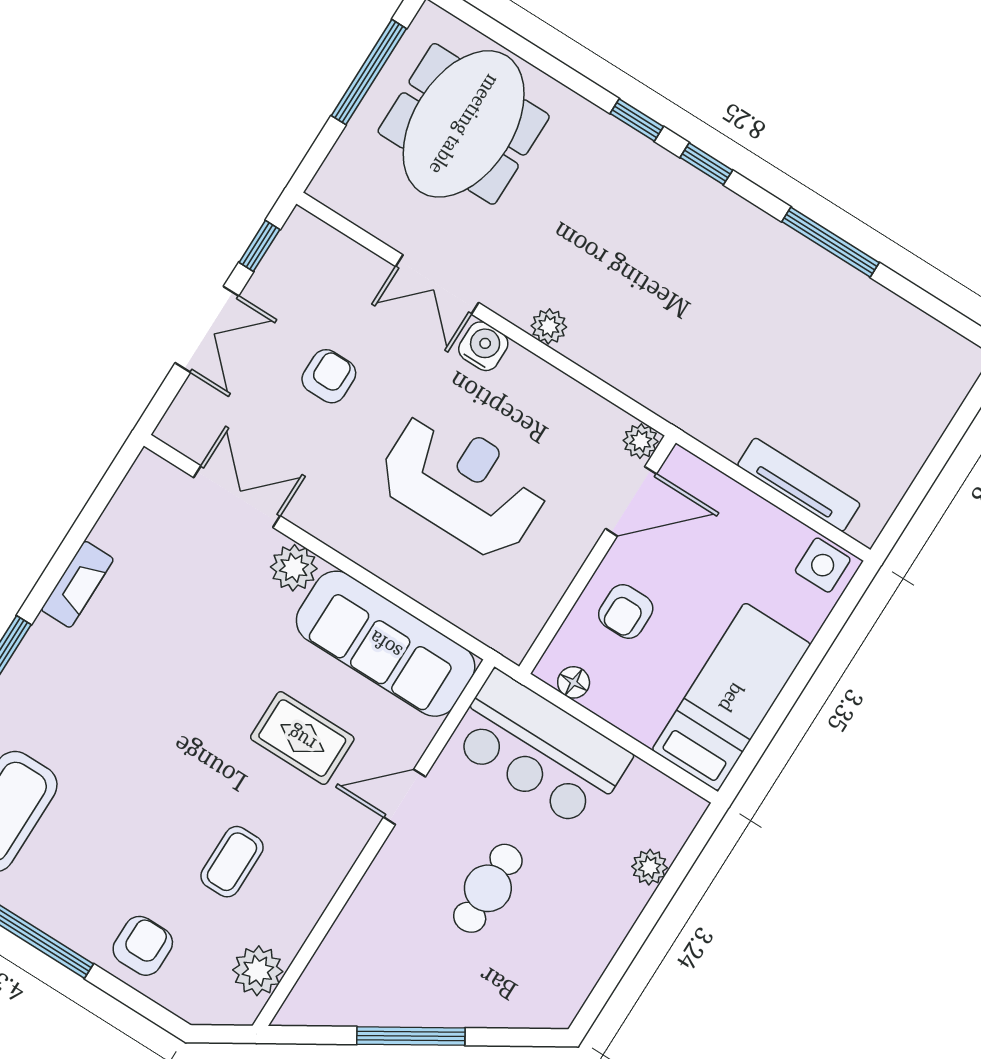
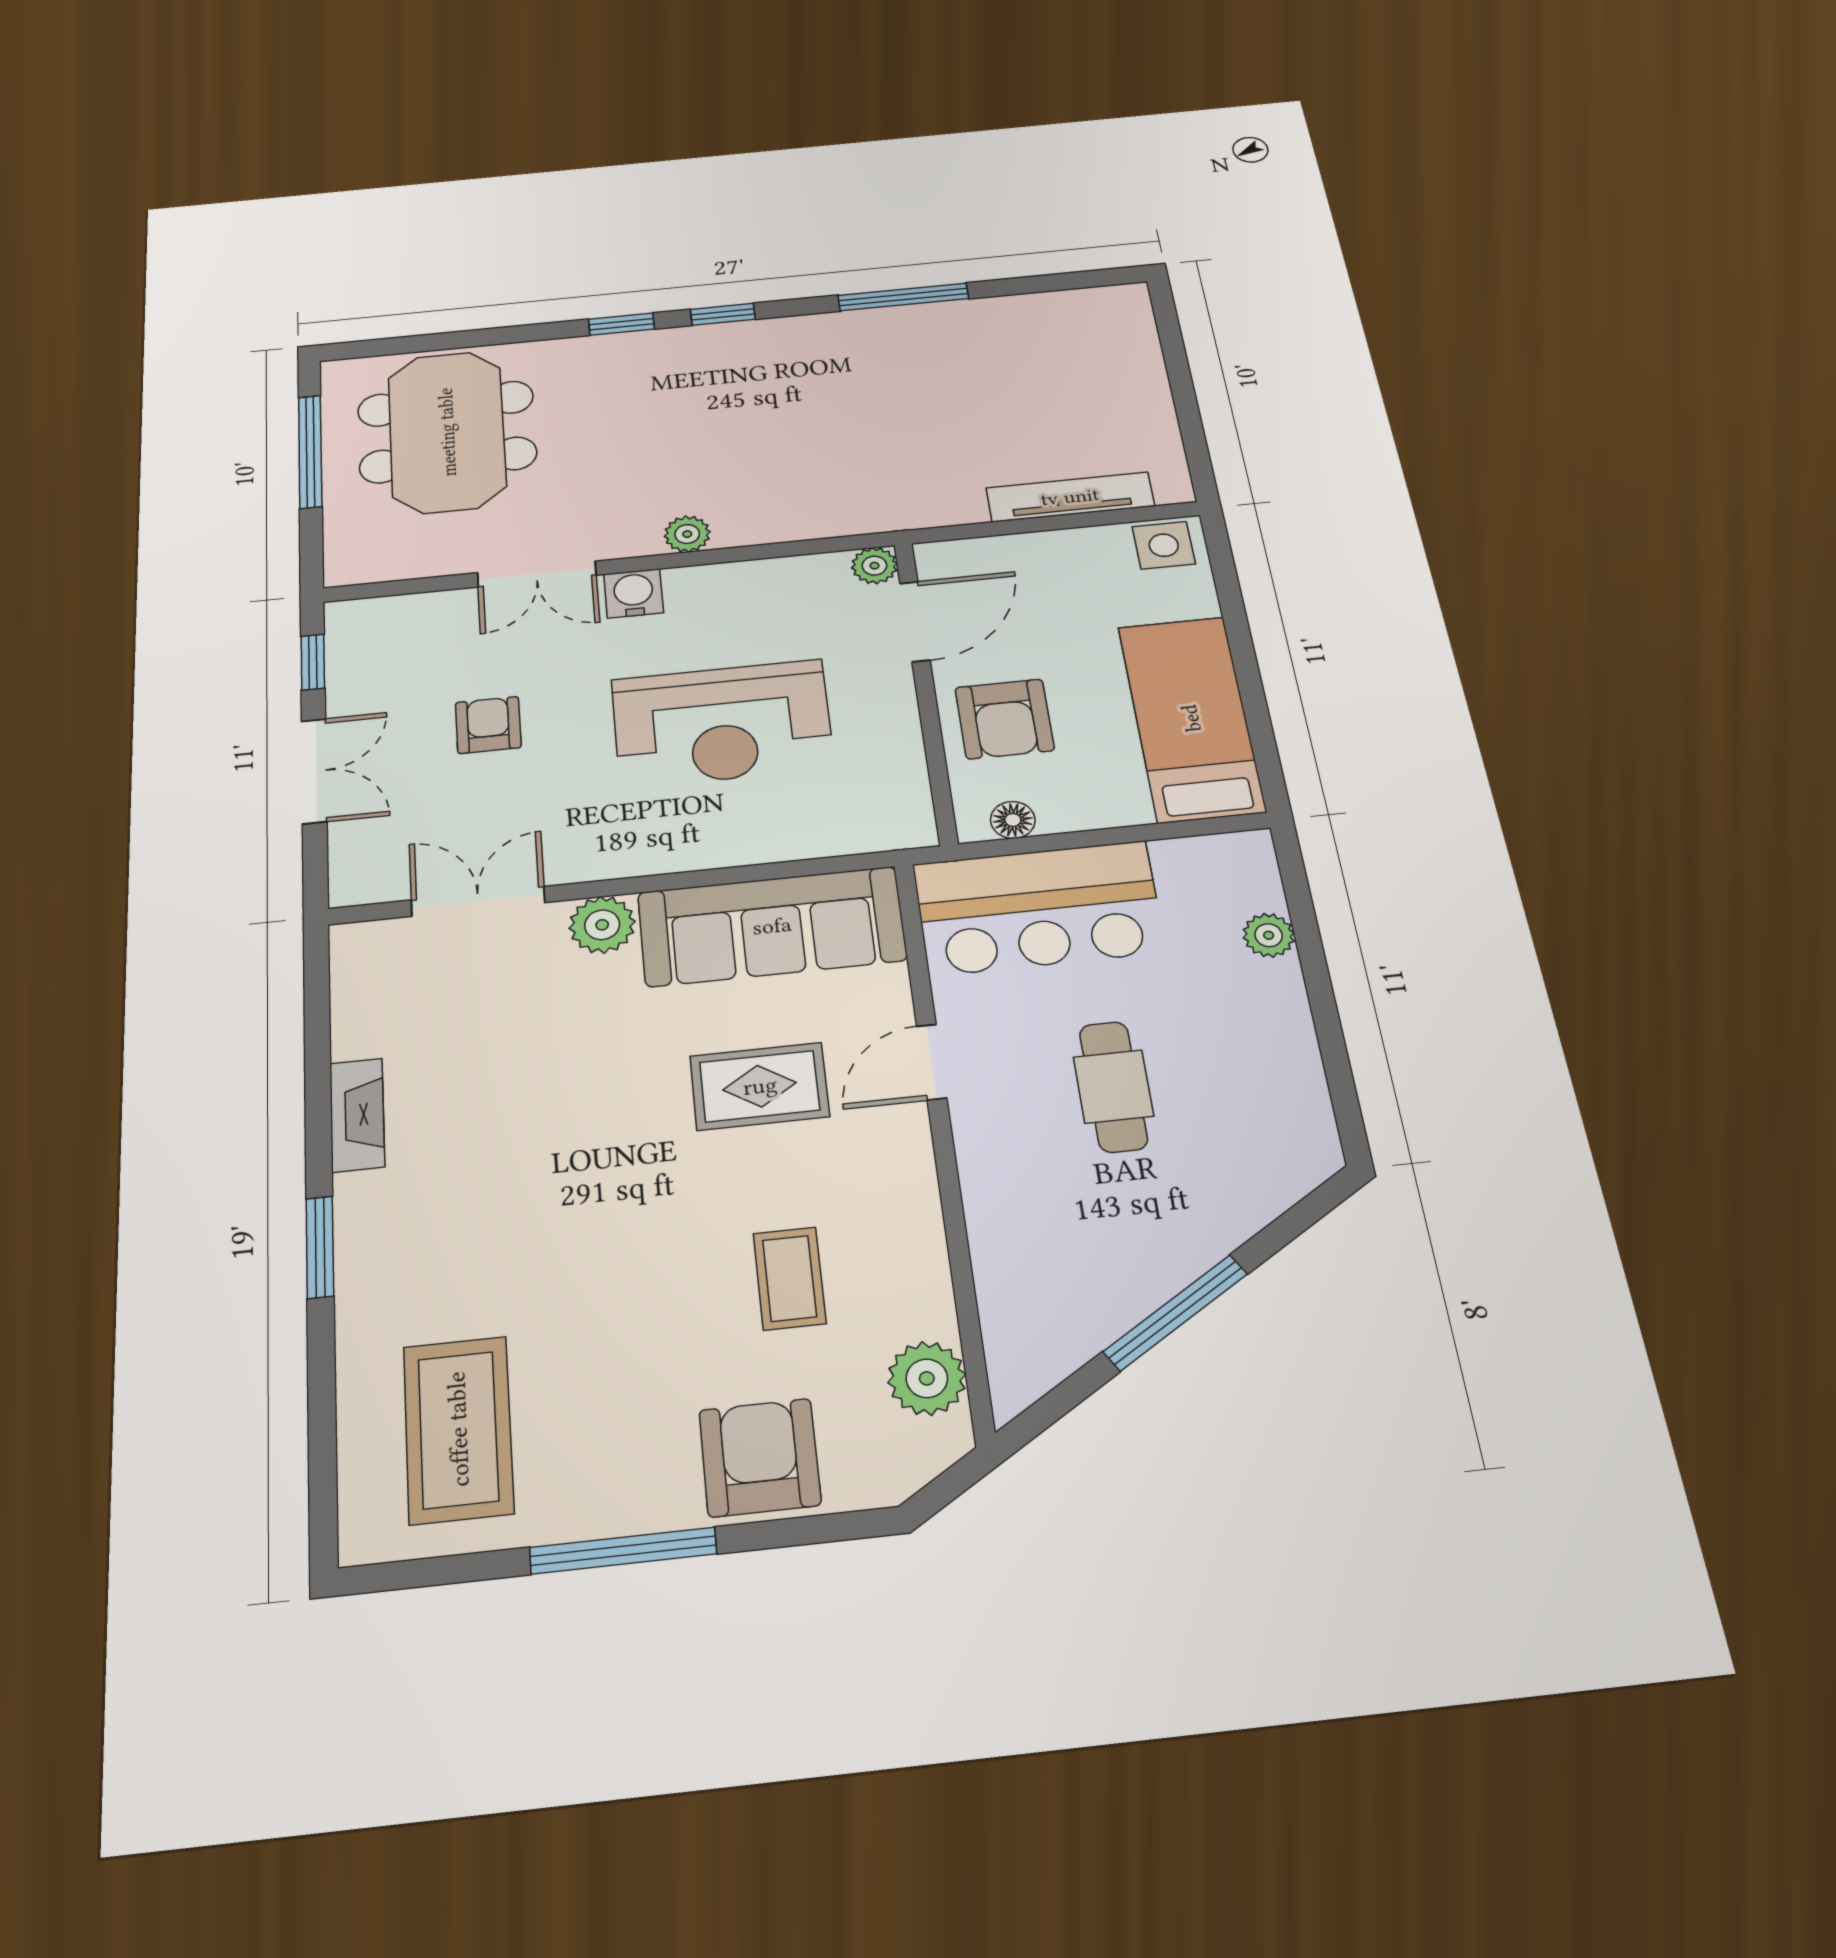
reception desk: (463, 484) -> (722, 724), turned 180
armchair: (626, 611) -> (1005, 719), width x1.38, depth x1.38
armchair: (143, 946) -> (760, 1457), width x1.38, depth x1.38

